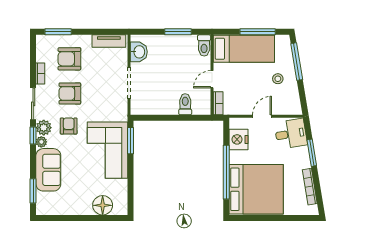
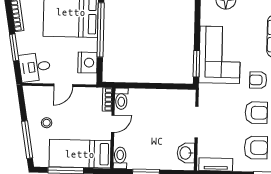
toilet: (185, 104) -> (121, 99), moved
armchair: (69, 126) -> (258, 80), turned 90

